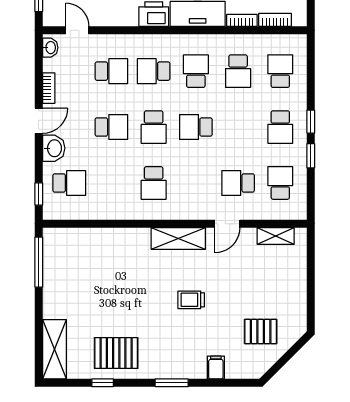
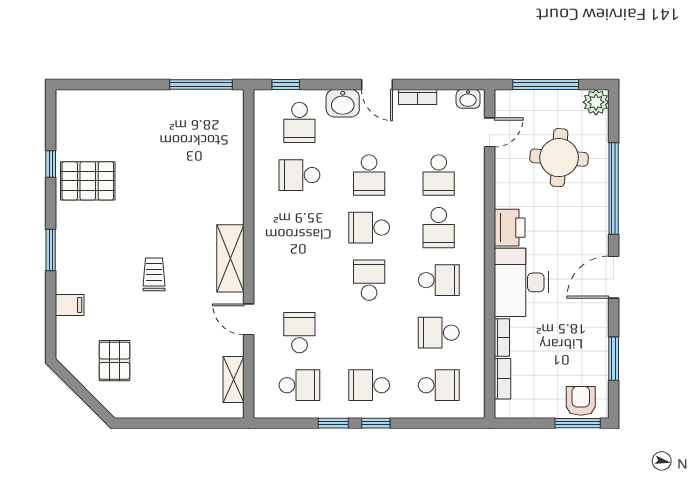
school desk: (154, 71) -> (439, 228), turned 180
school desk: (154, 183) -> (299, 175), moved
shelving: (54, 349) -> (92, 104), removed
pallet: (116, 353) -> (88, 181), turned 90

